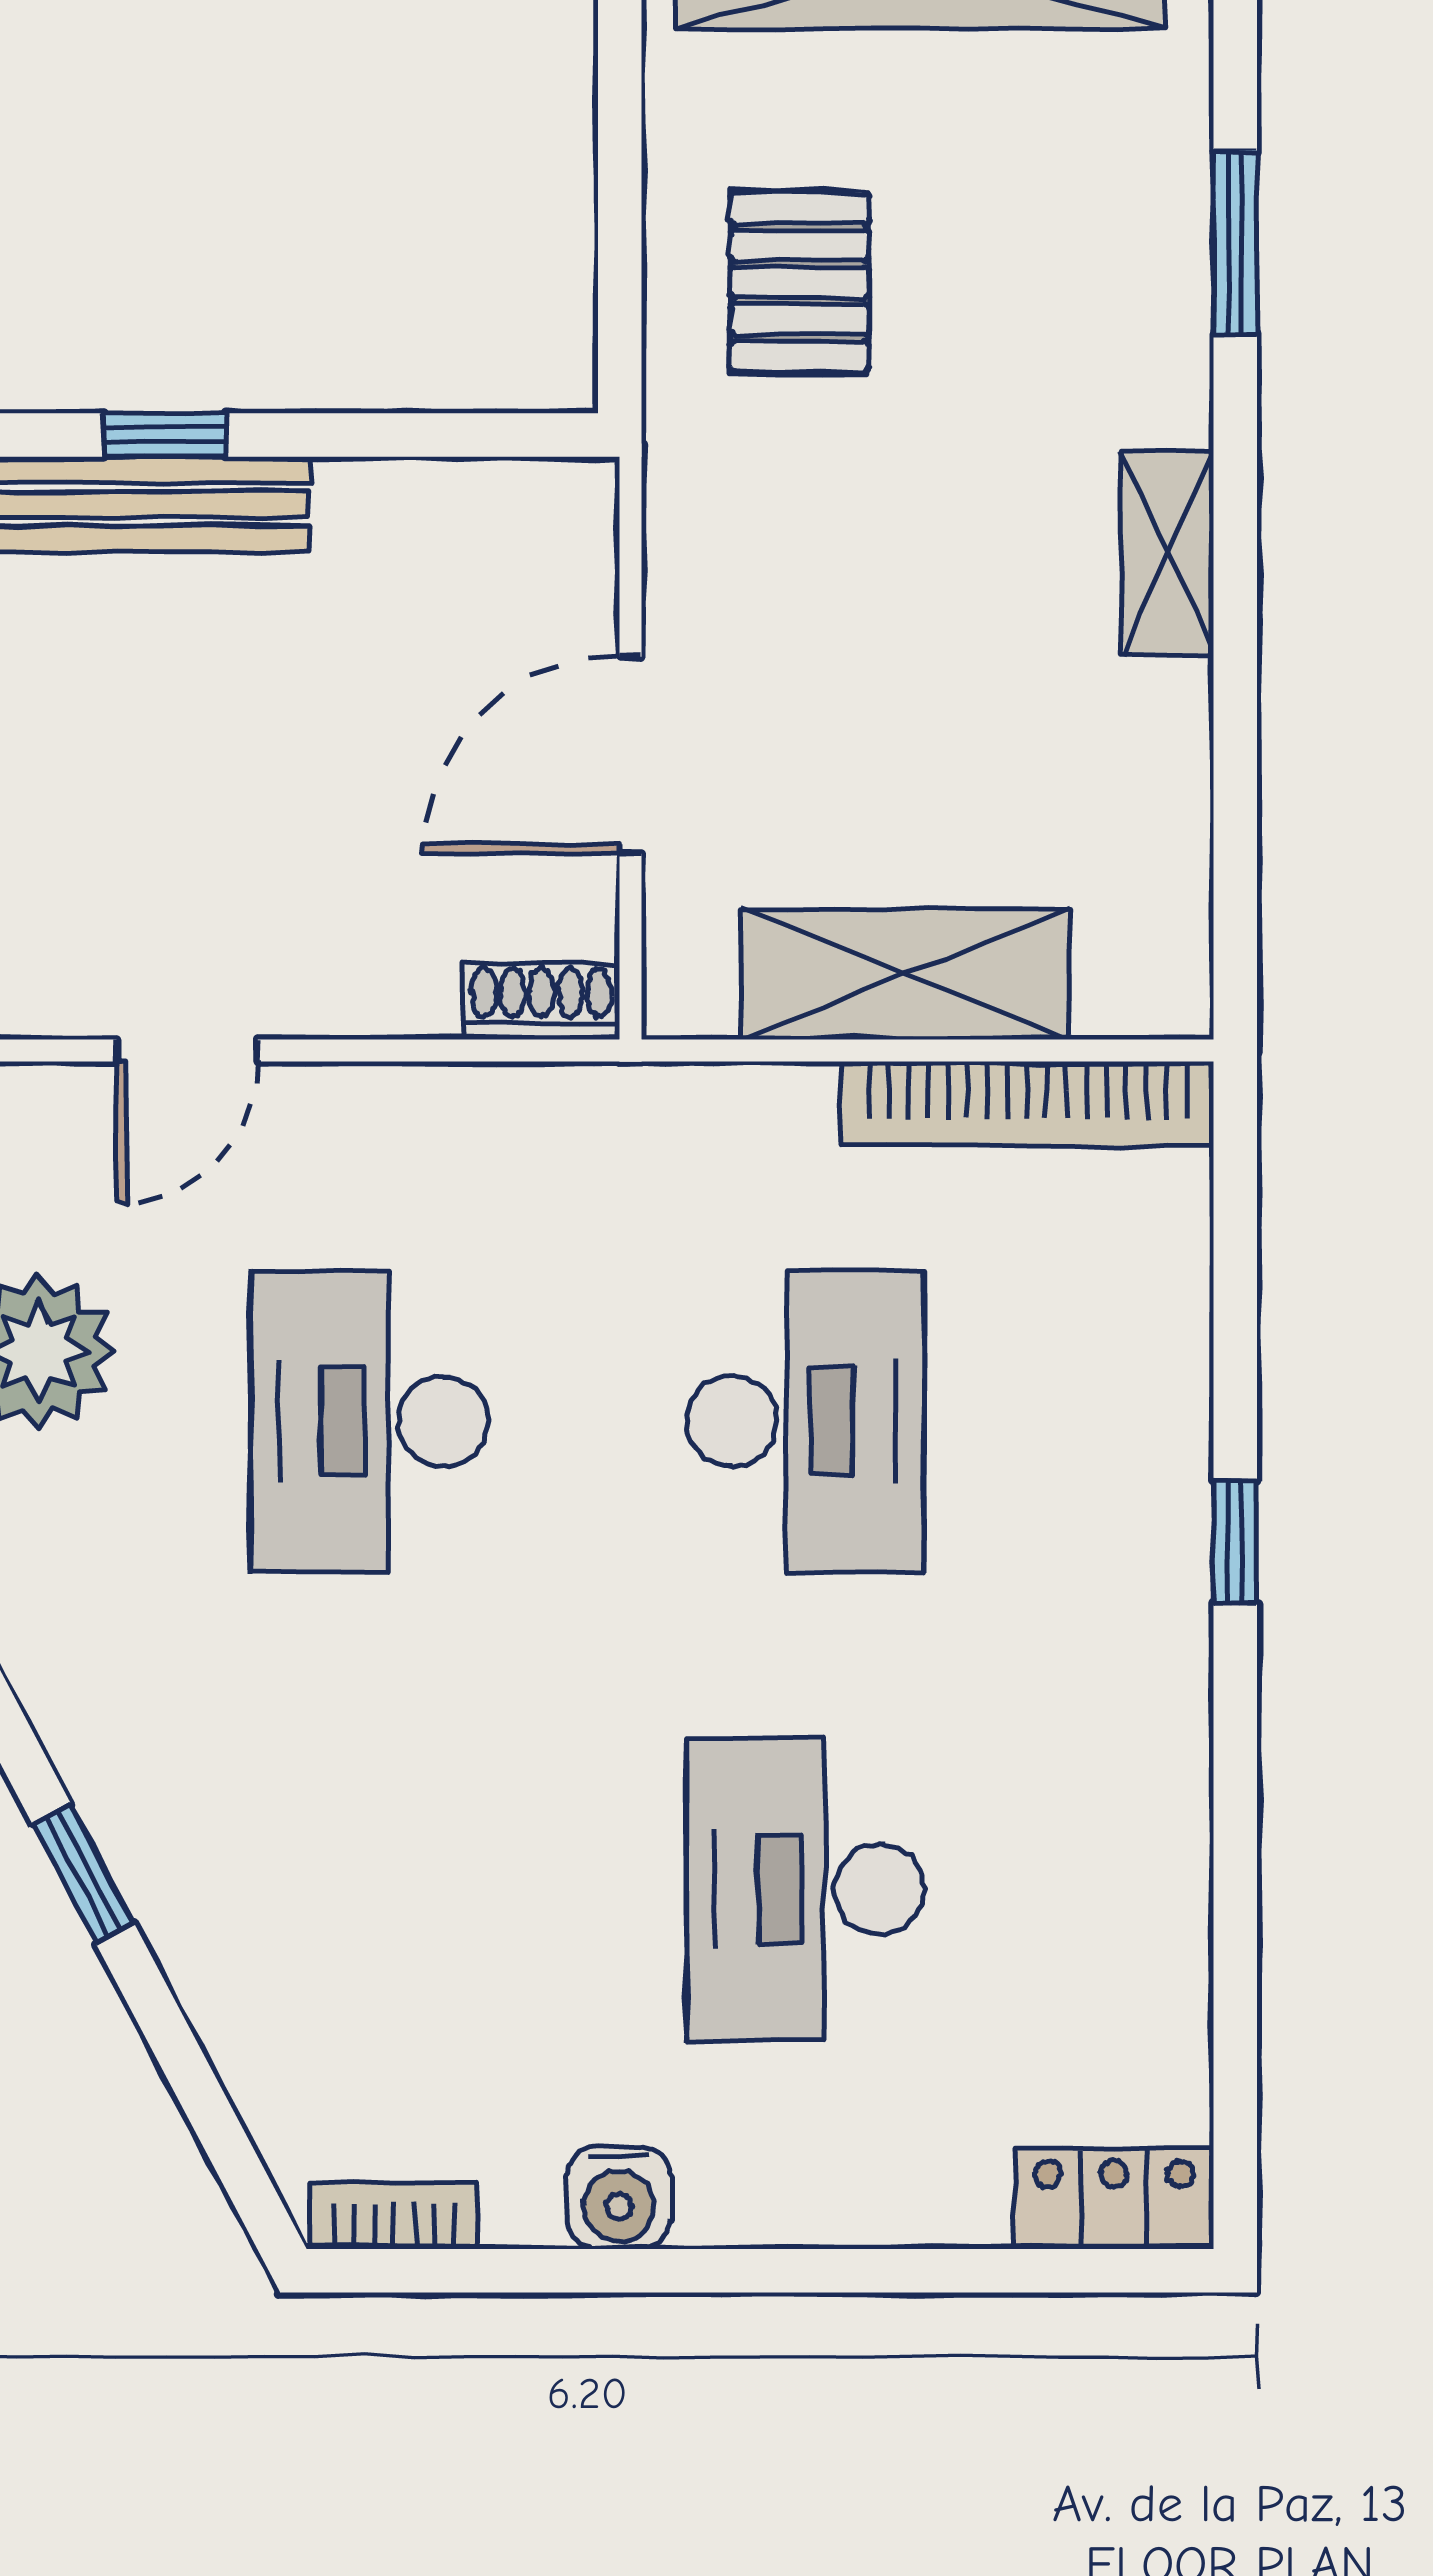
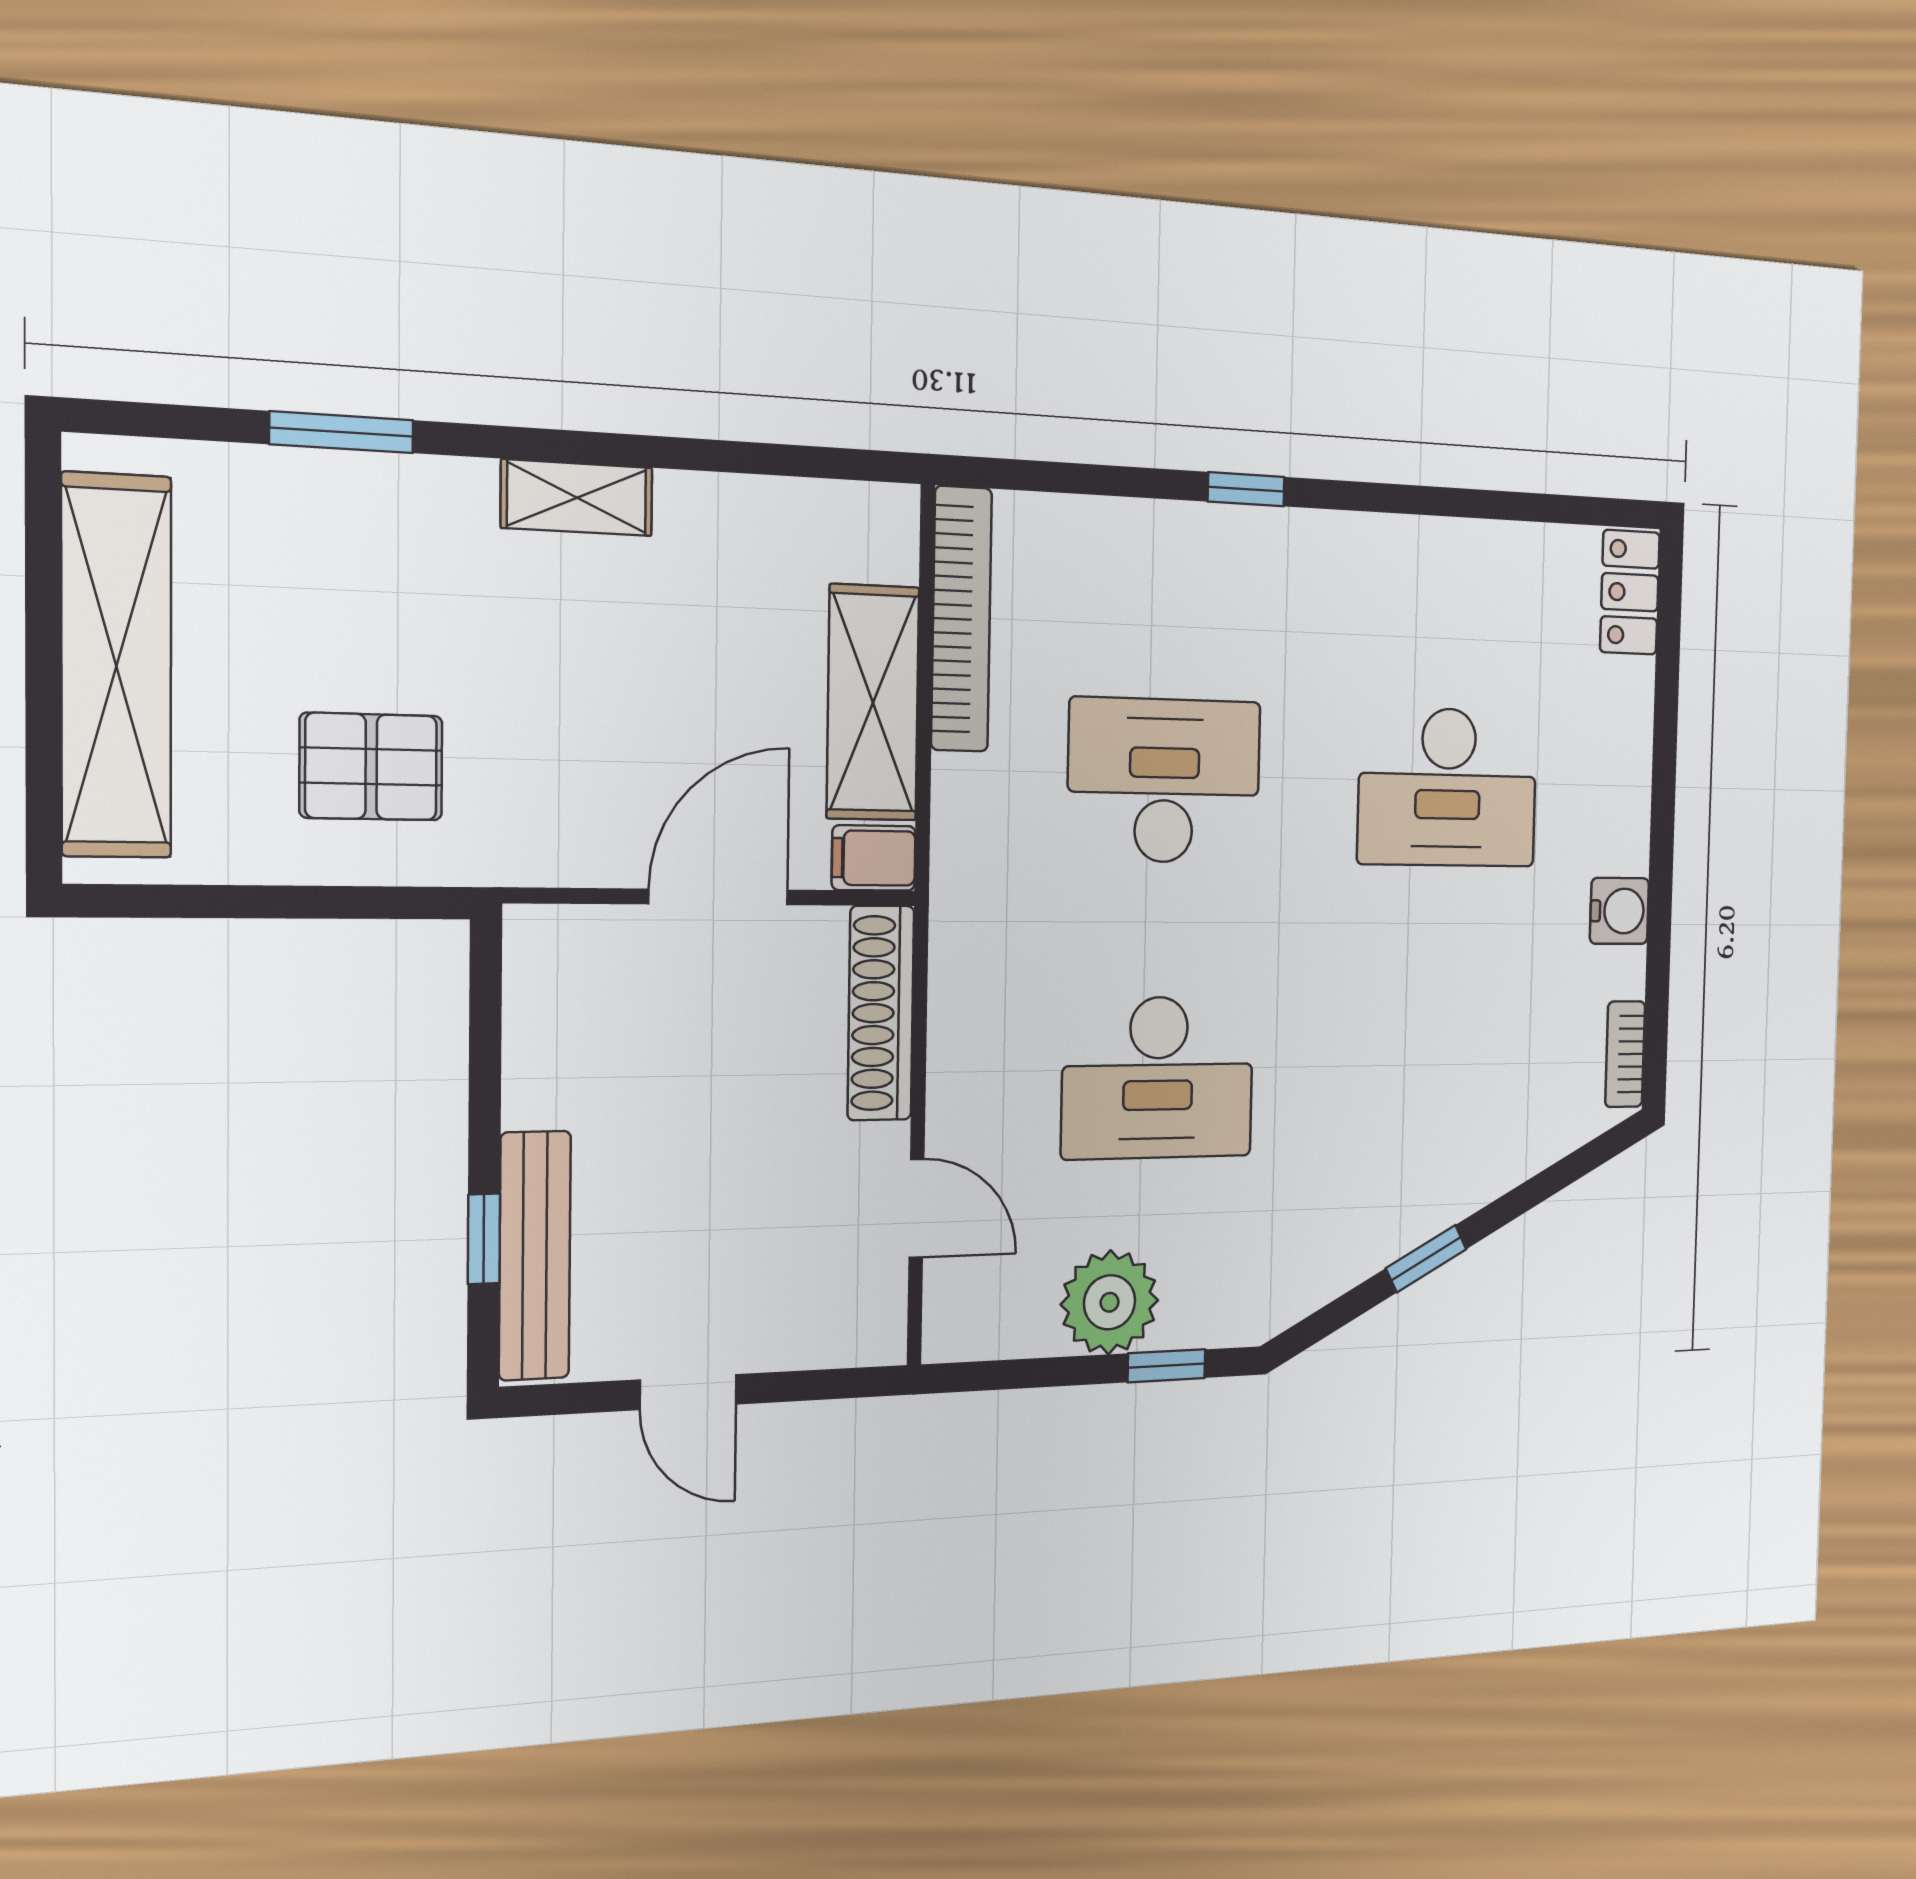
door: (630, 755) -> (719, 897), swing flipped
filing cabinet: (687, 979) -> (874, 858), added
shoe rack: (541, 1002) -> (881, 1013), width x1.94, depth x1.24

